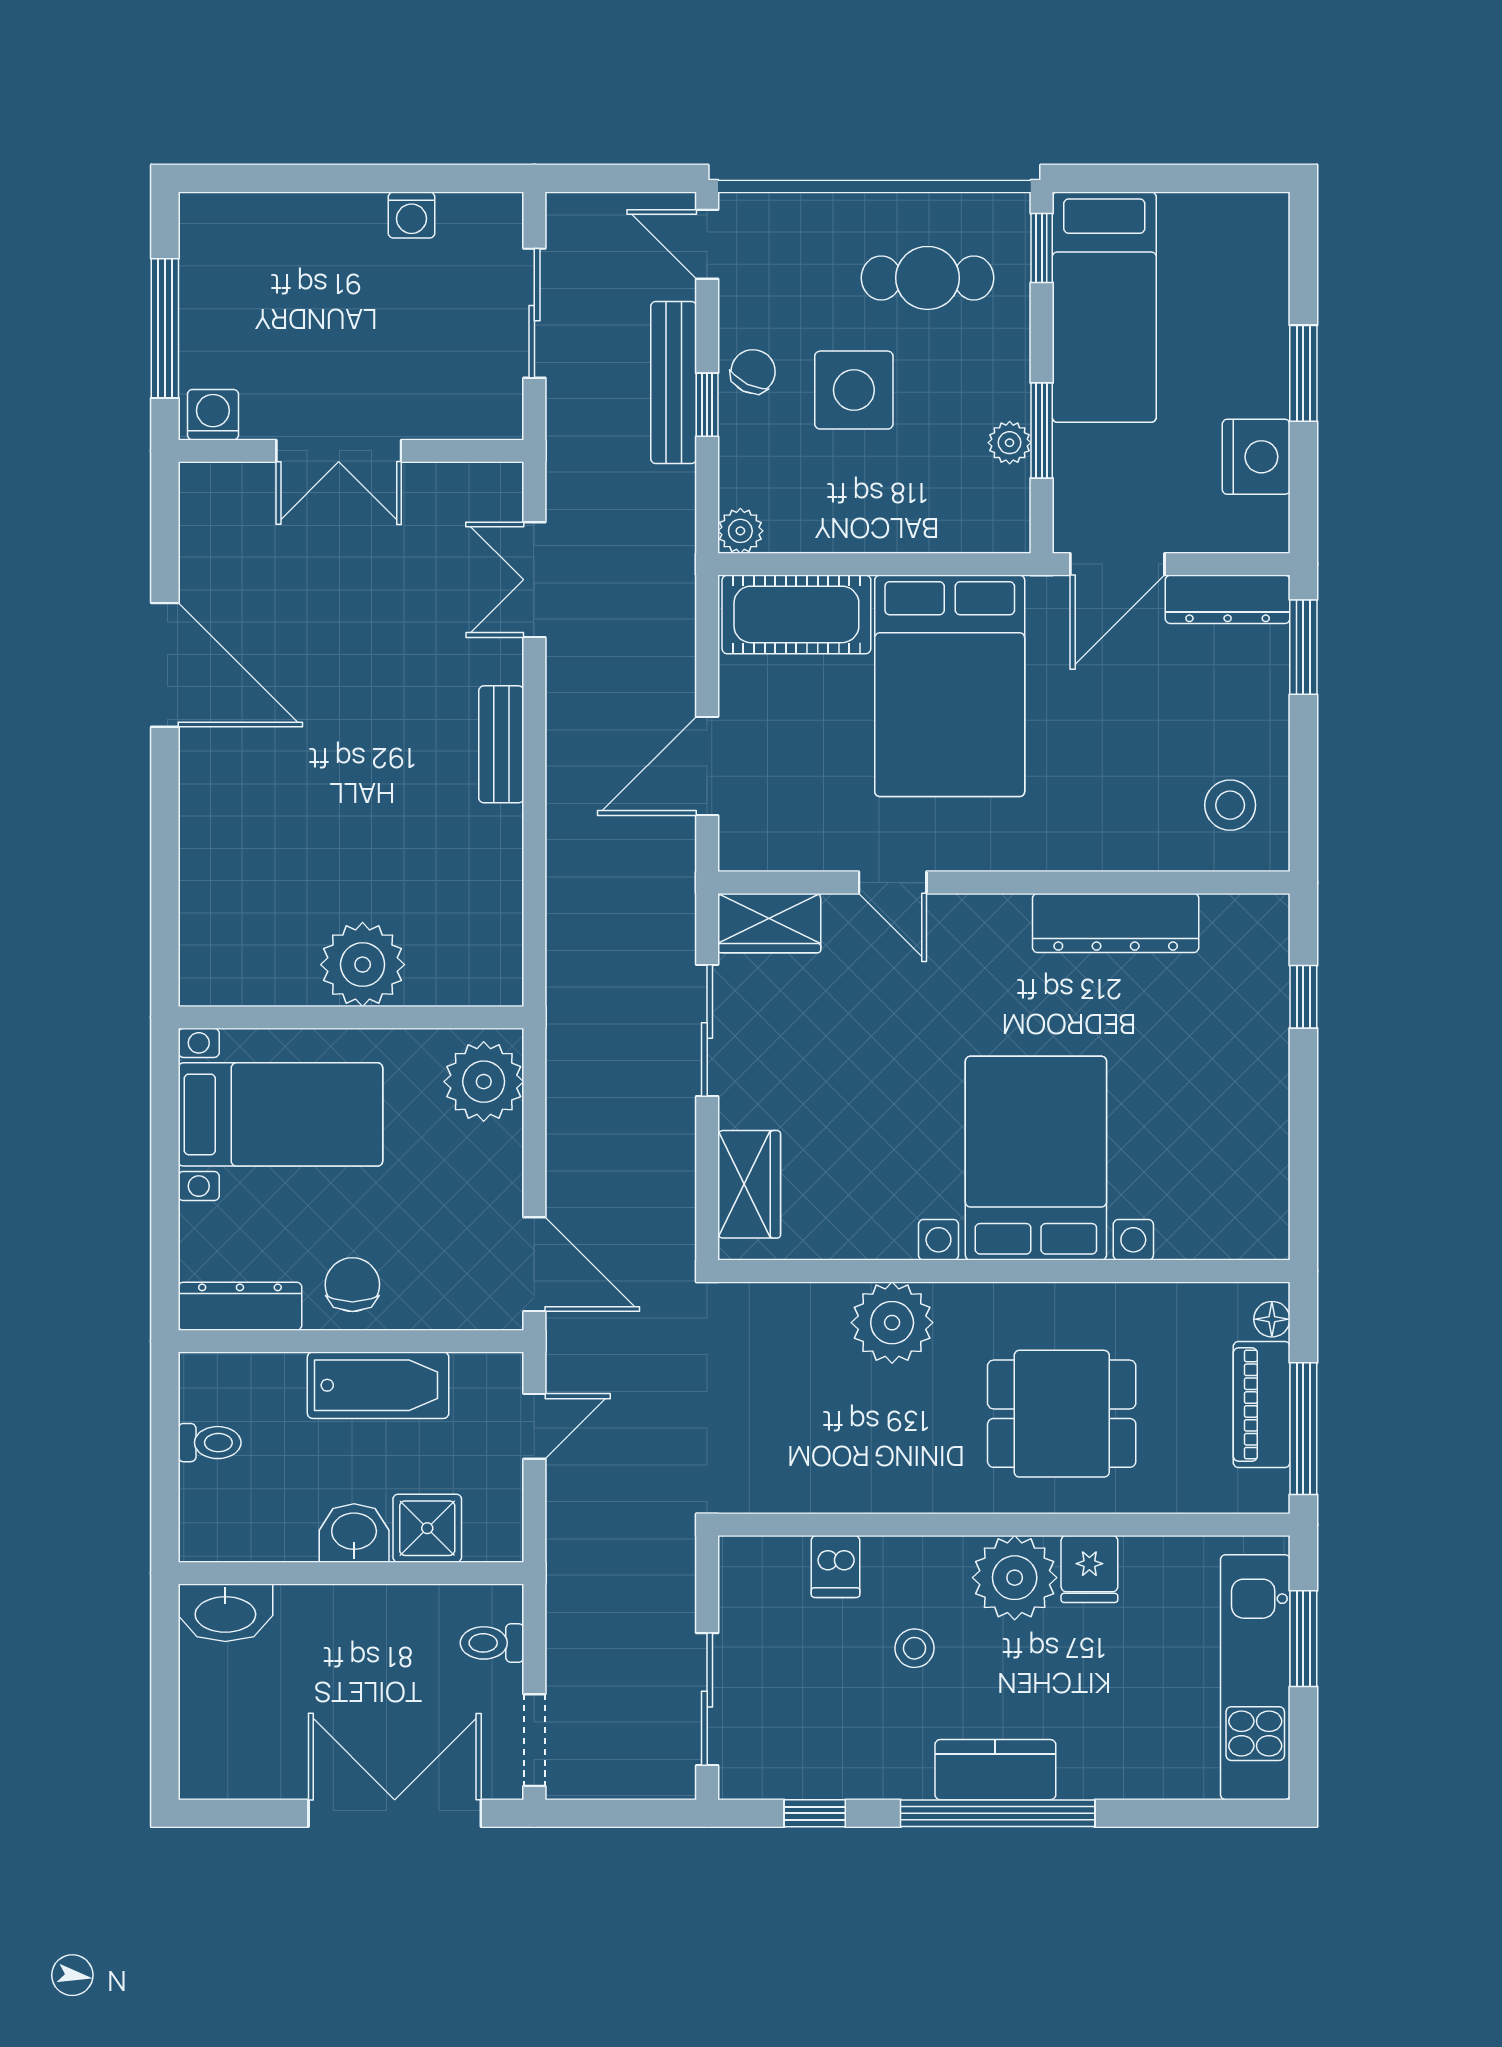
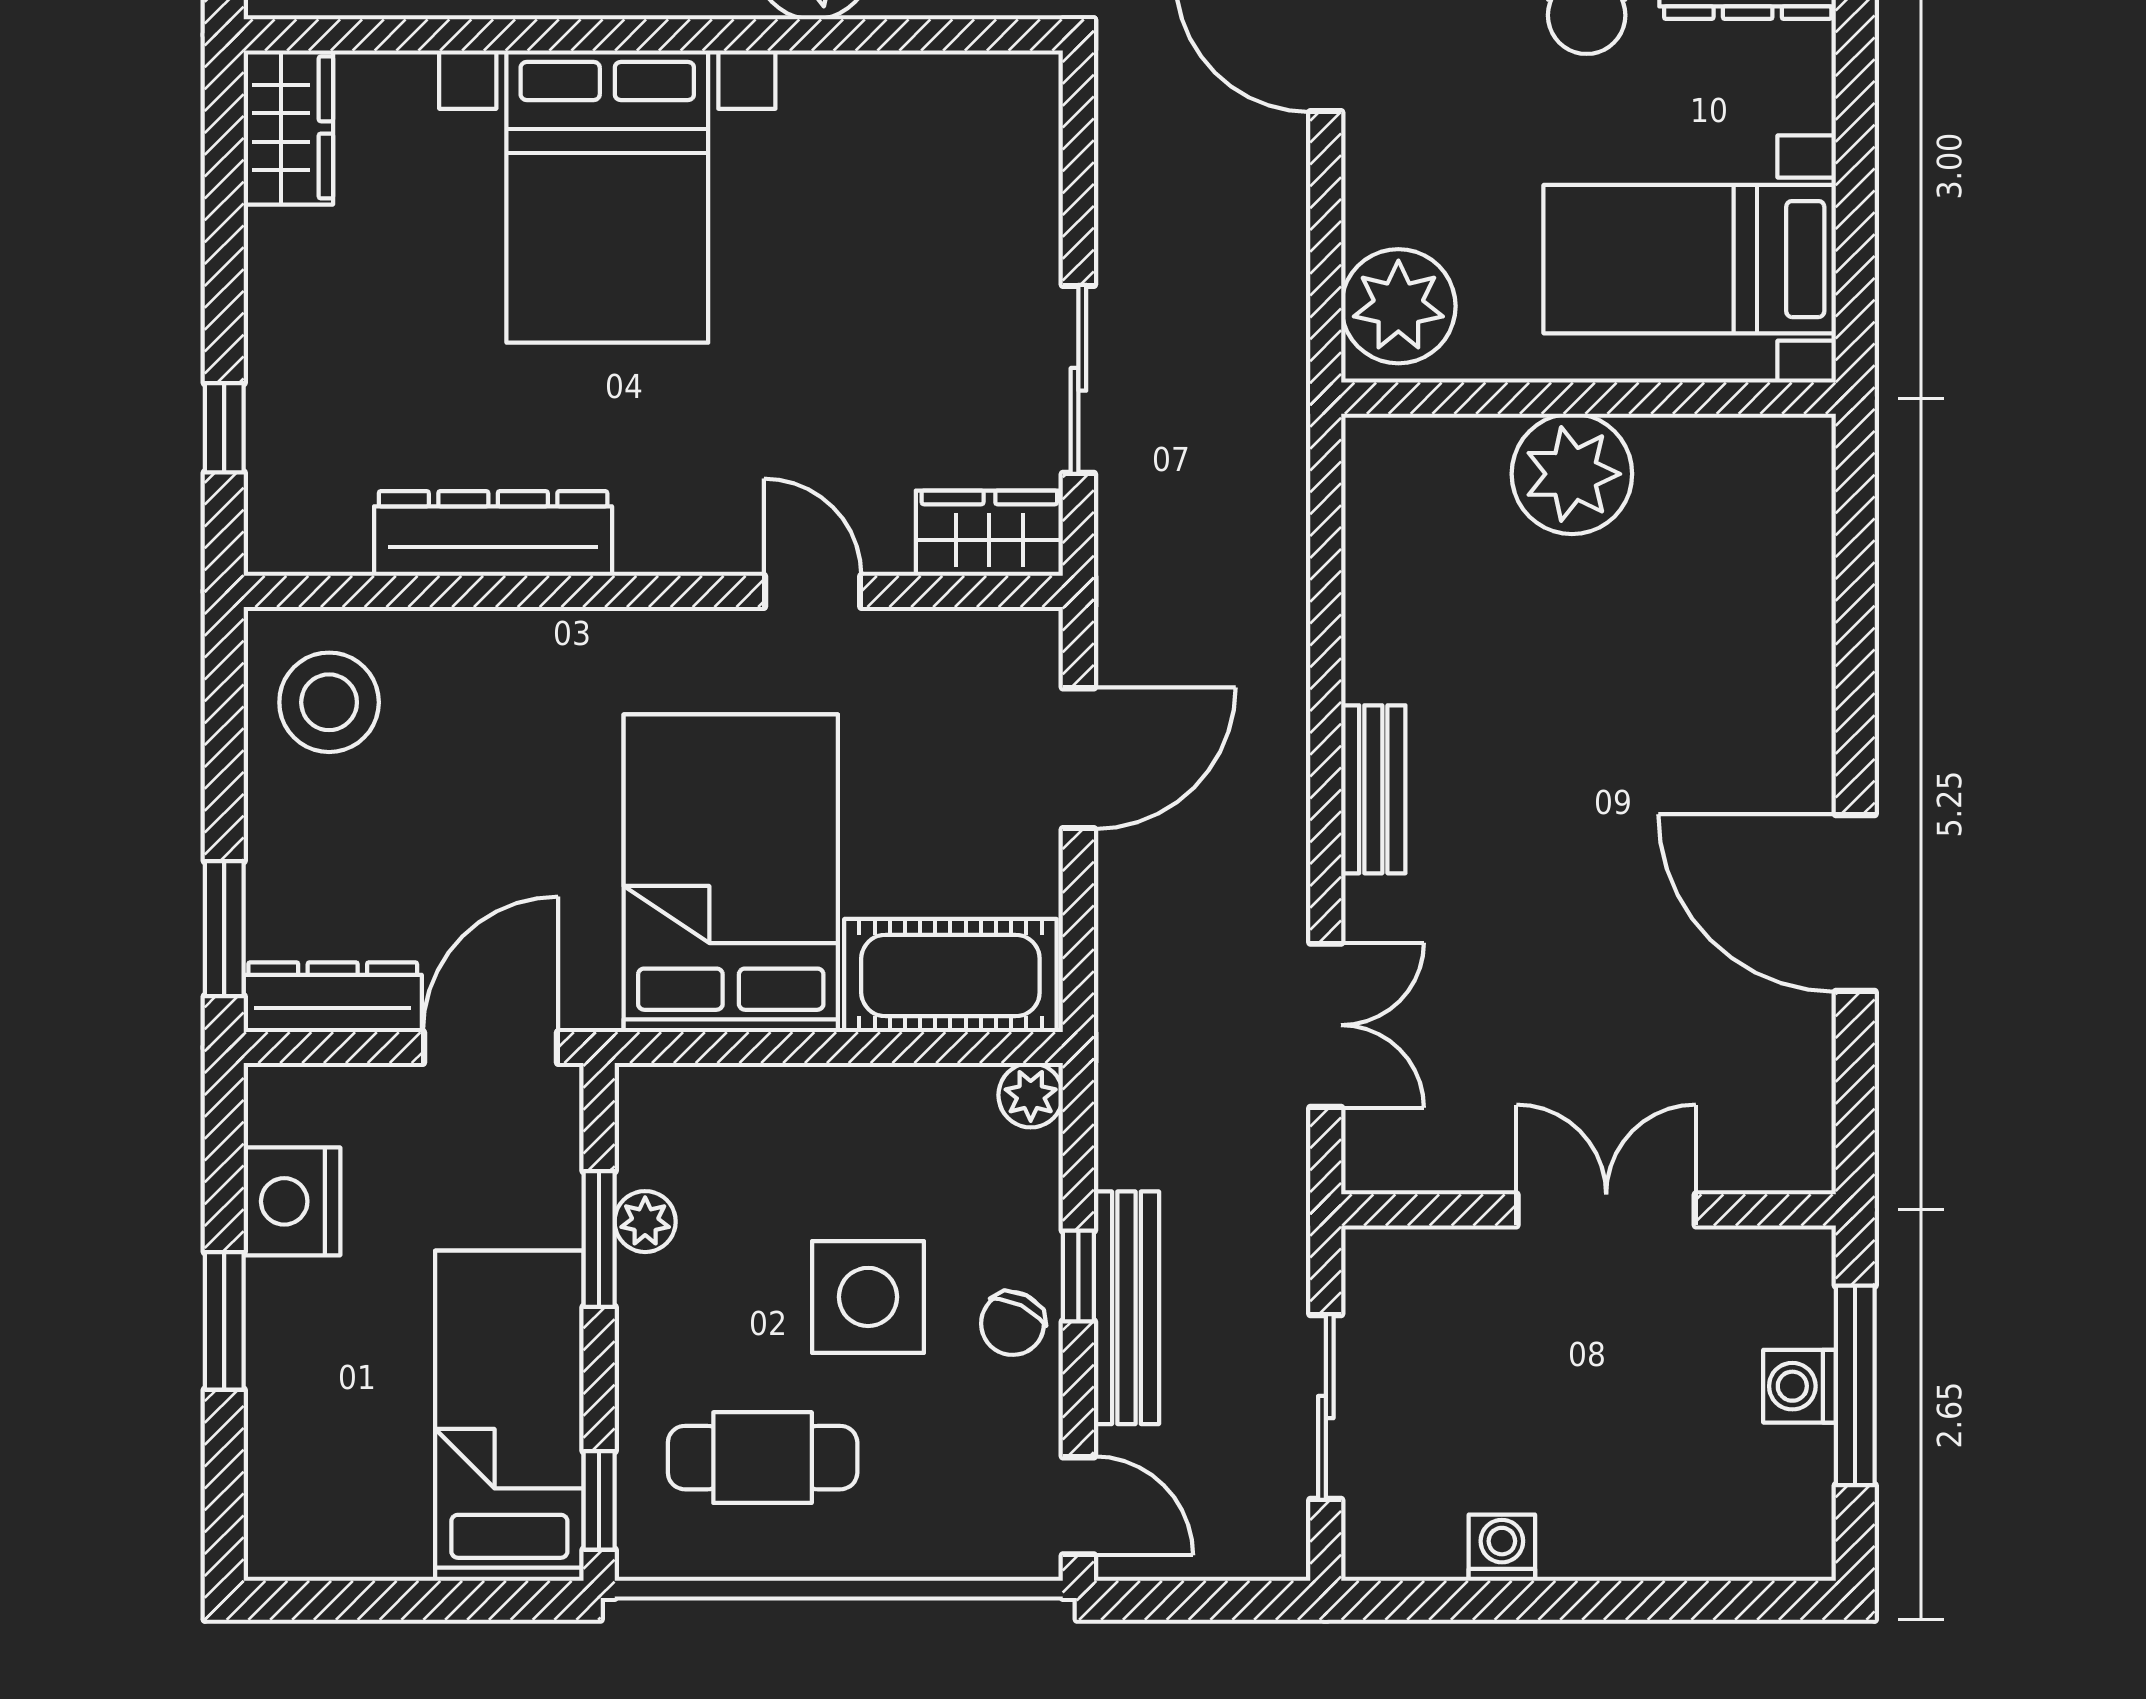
washing machine: (213, 415) -> (1800, 1386), moved, turned 90
stool: (1230, 805) -> (329, 702), width x1.38, depth x1.38
wardrobe: (749, 1184) -> (288, 127), moved, turned 180

